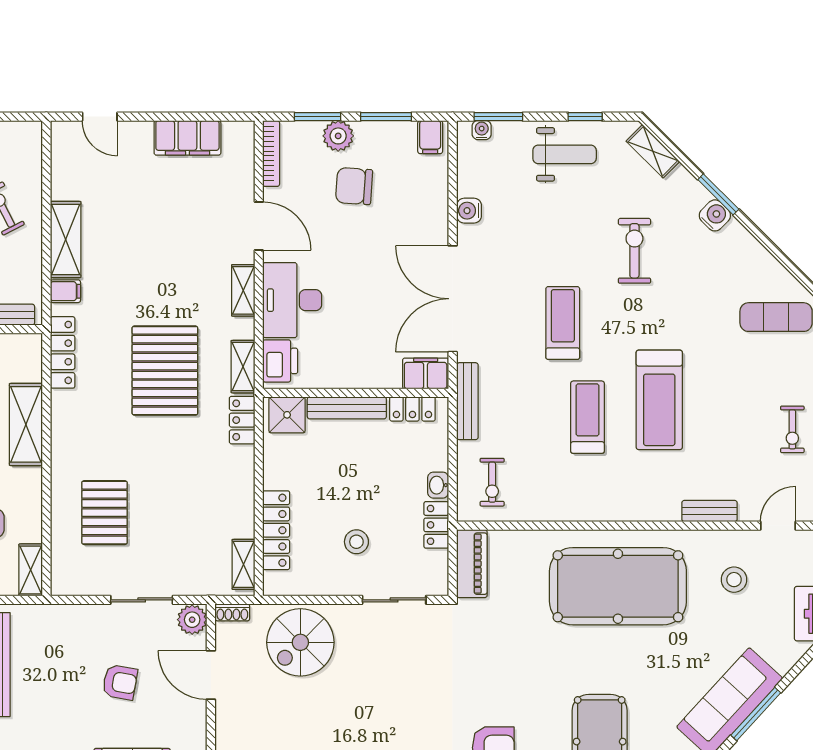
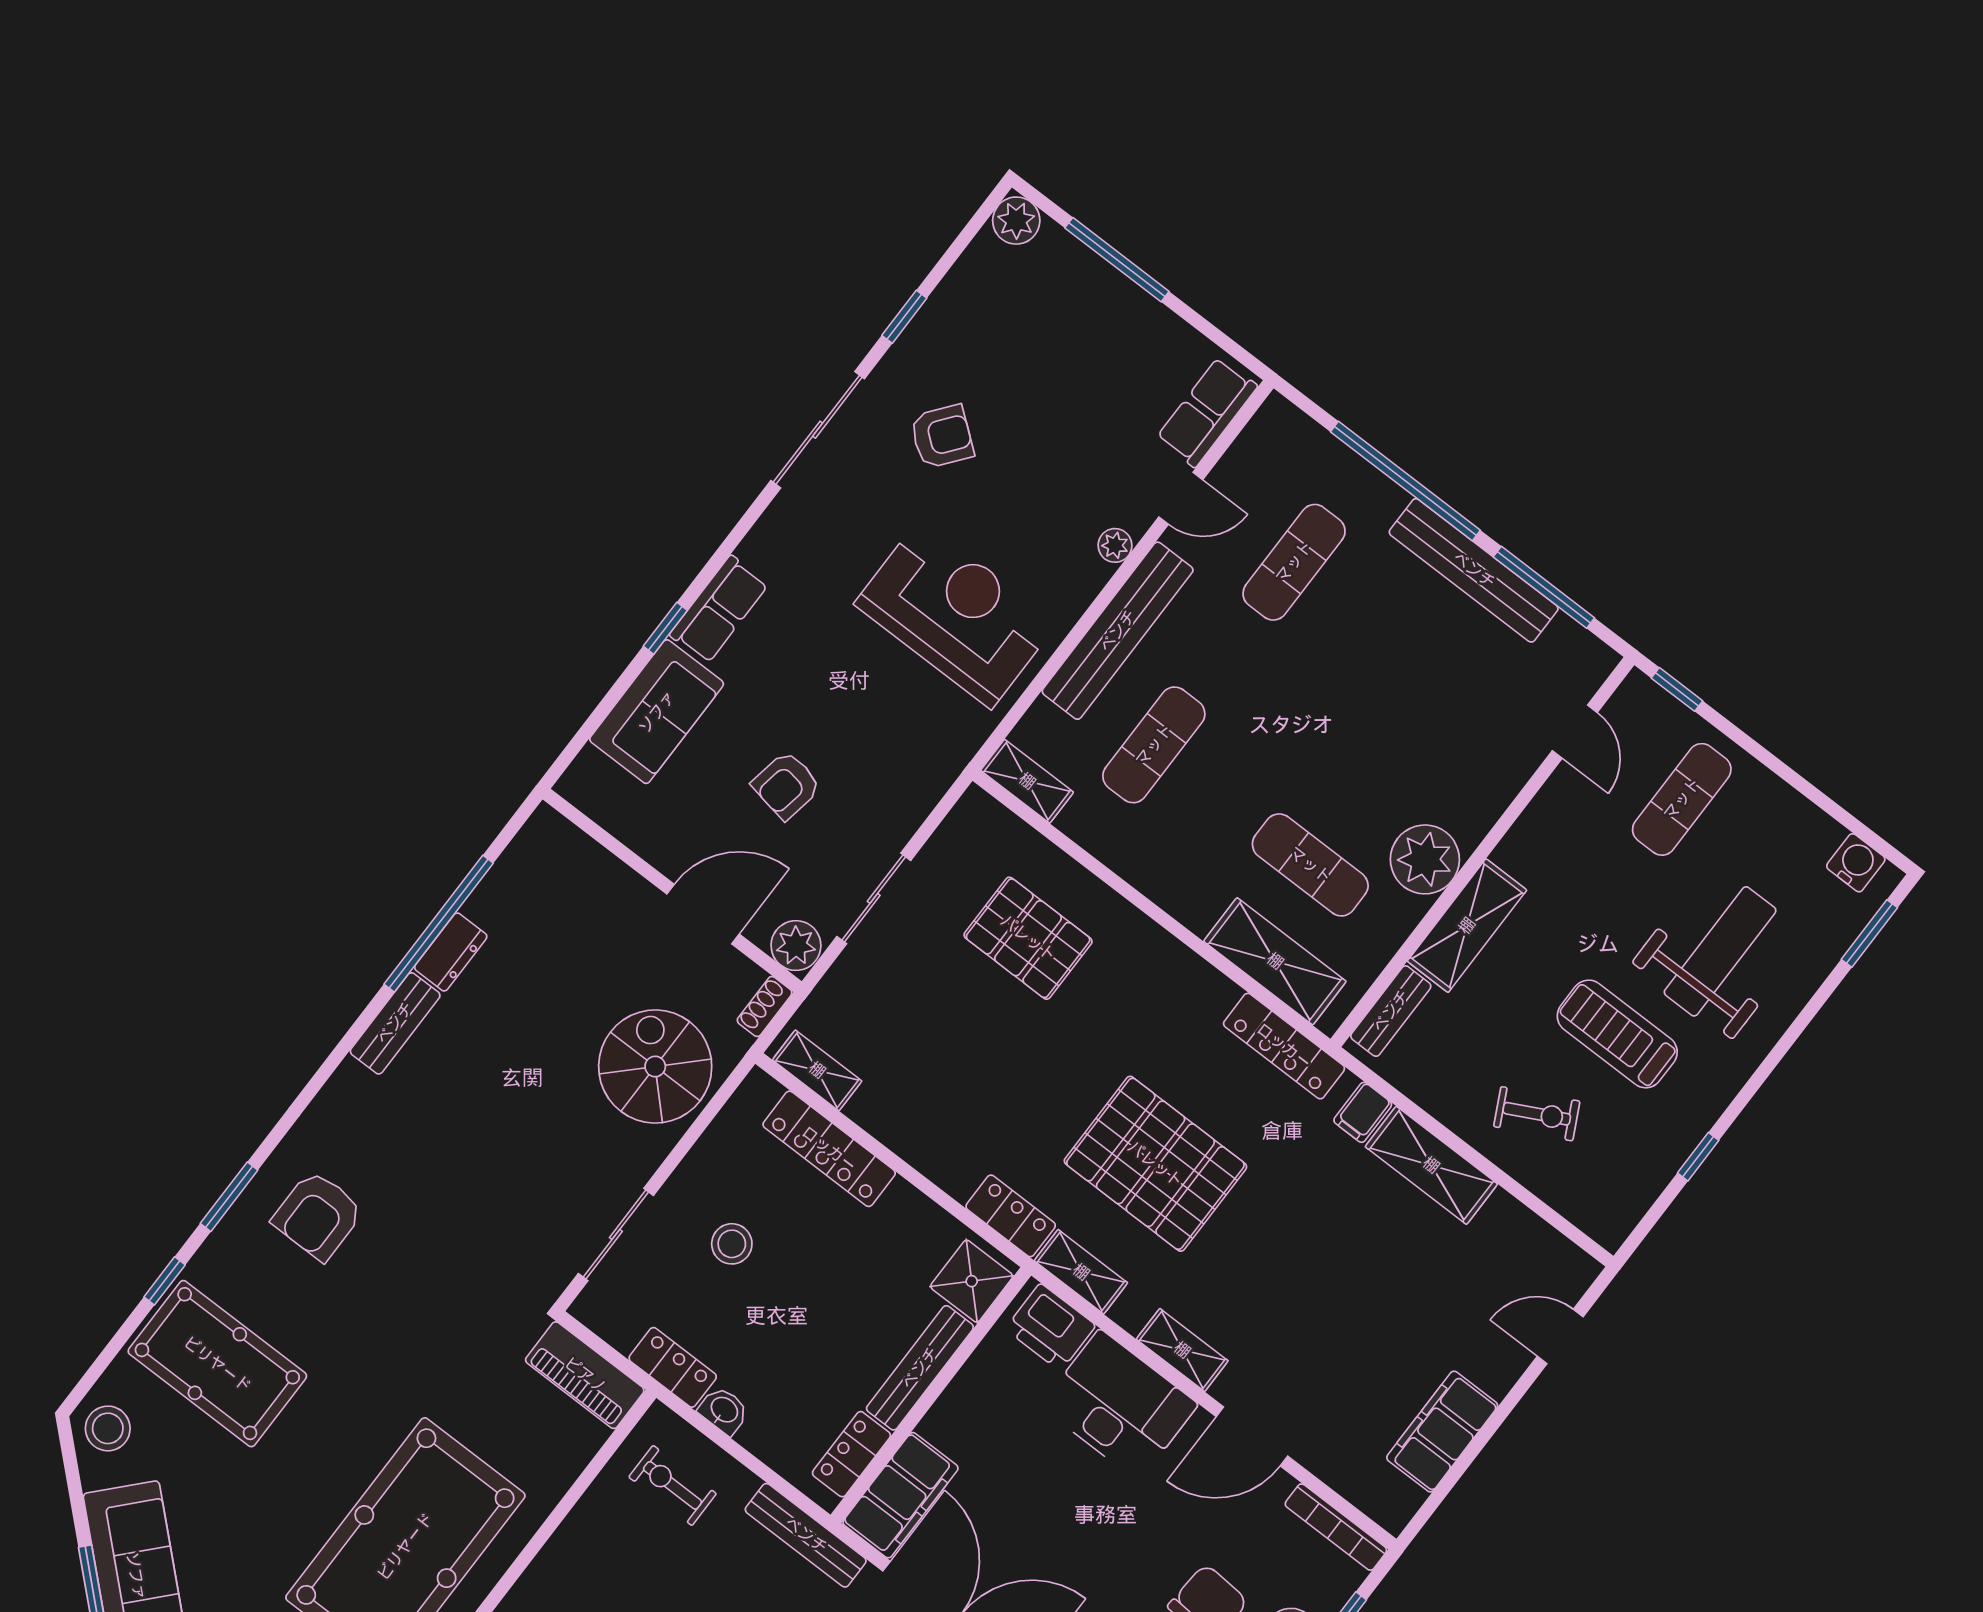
filing cabinet: (426, 373) -> (900, 1495), width x1.50, depth x1.17
shelving: (26, 424) -> (1275, 961), moved

